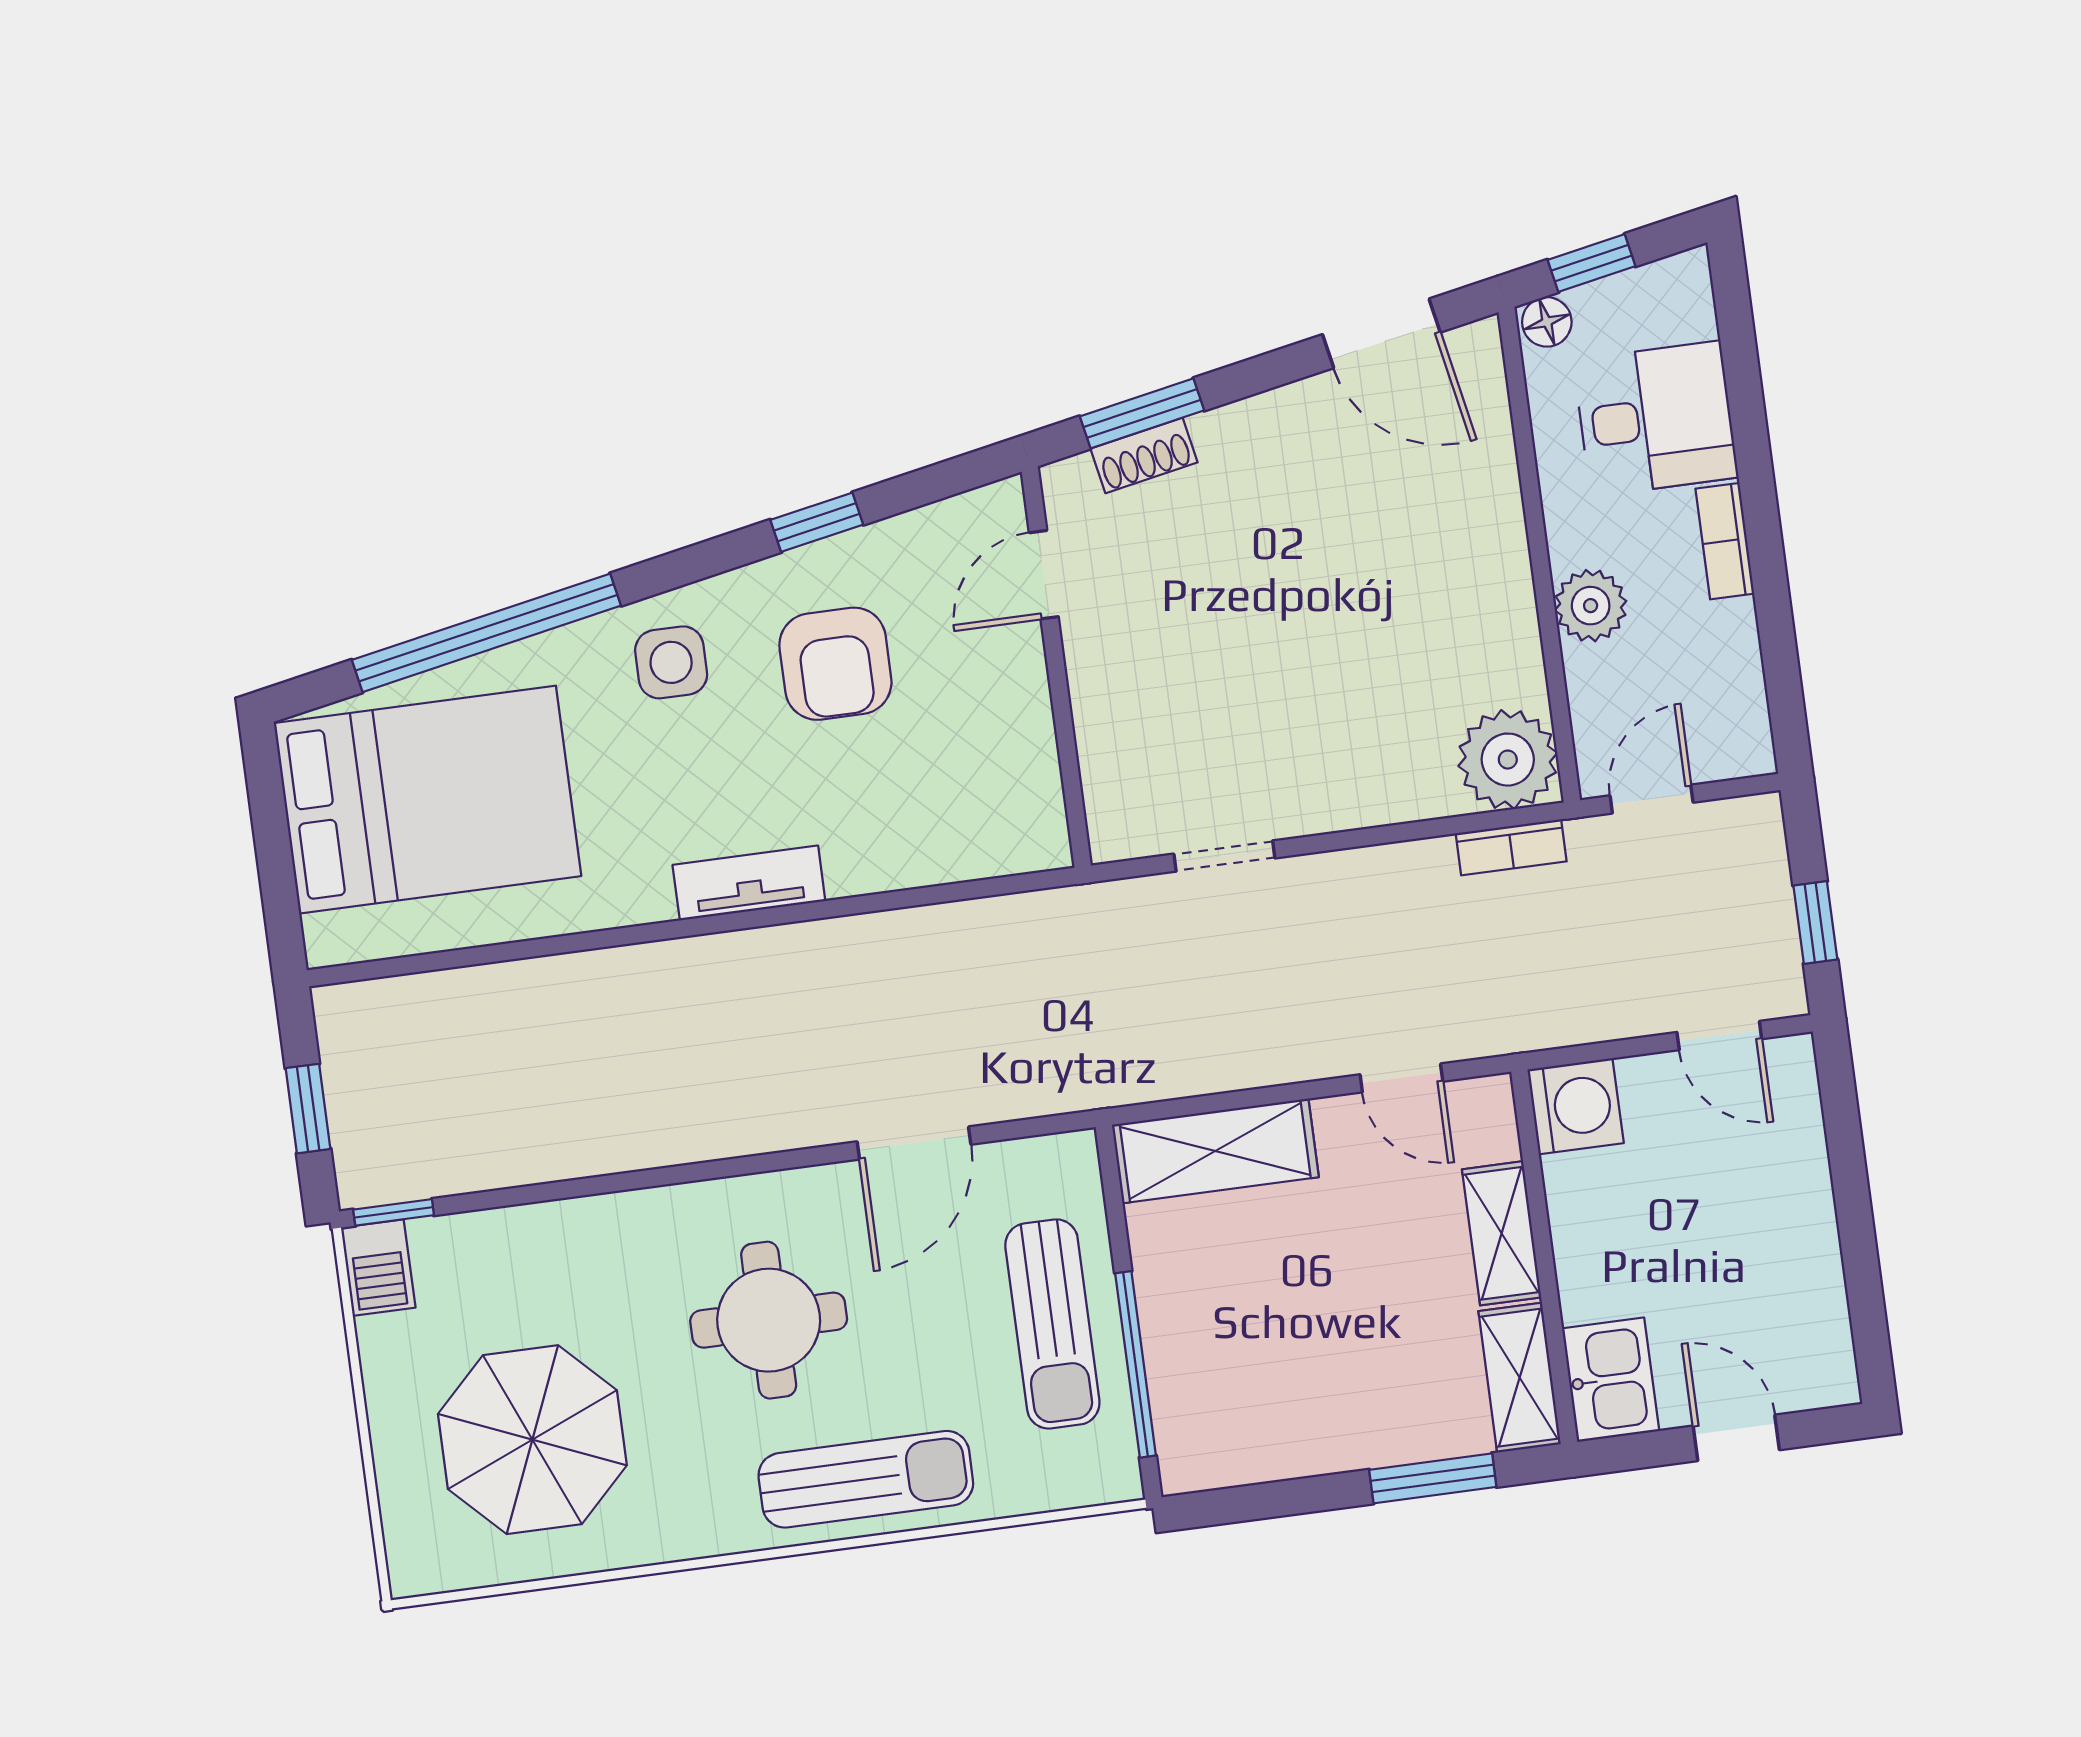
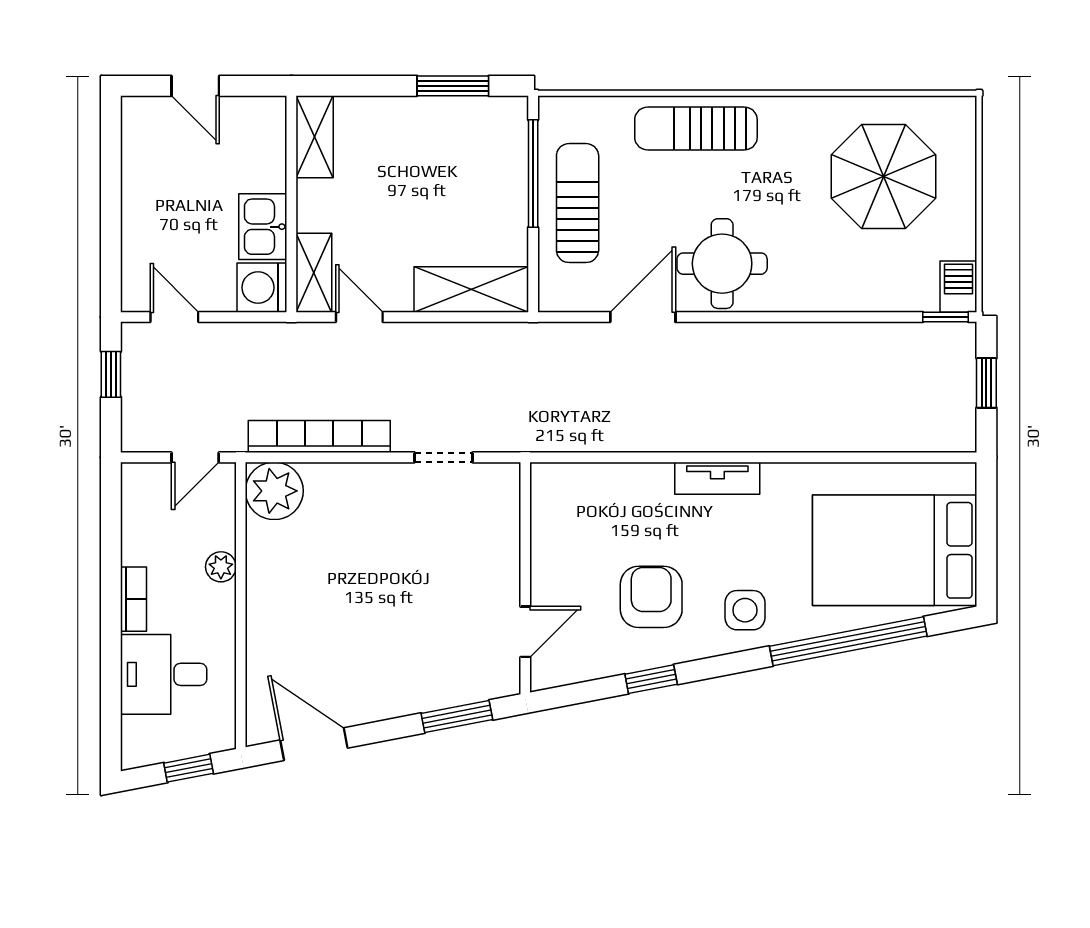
floor lamp: (1547, 322) -> (219, 738), removed
shoe rack: (1144, 455) -> (459, 692), removed
plant: (1591, 606) -> (221, 567), width x0.73, depth x0.73
bookcase: (1511, 847) -> (319, 437), width x2.31, depth x1.31
shelving: (1502, 1233) -> (314, 273), moved
round table: (769, 1320) -> (722, 264), moved
kitchen sink: (1611, 1380) -> (263, 227), moved
window: (1433, 1478) -> (453, 86), moved

